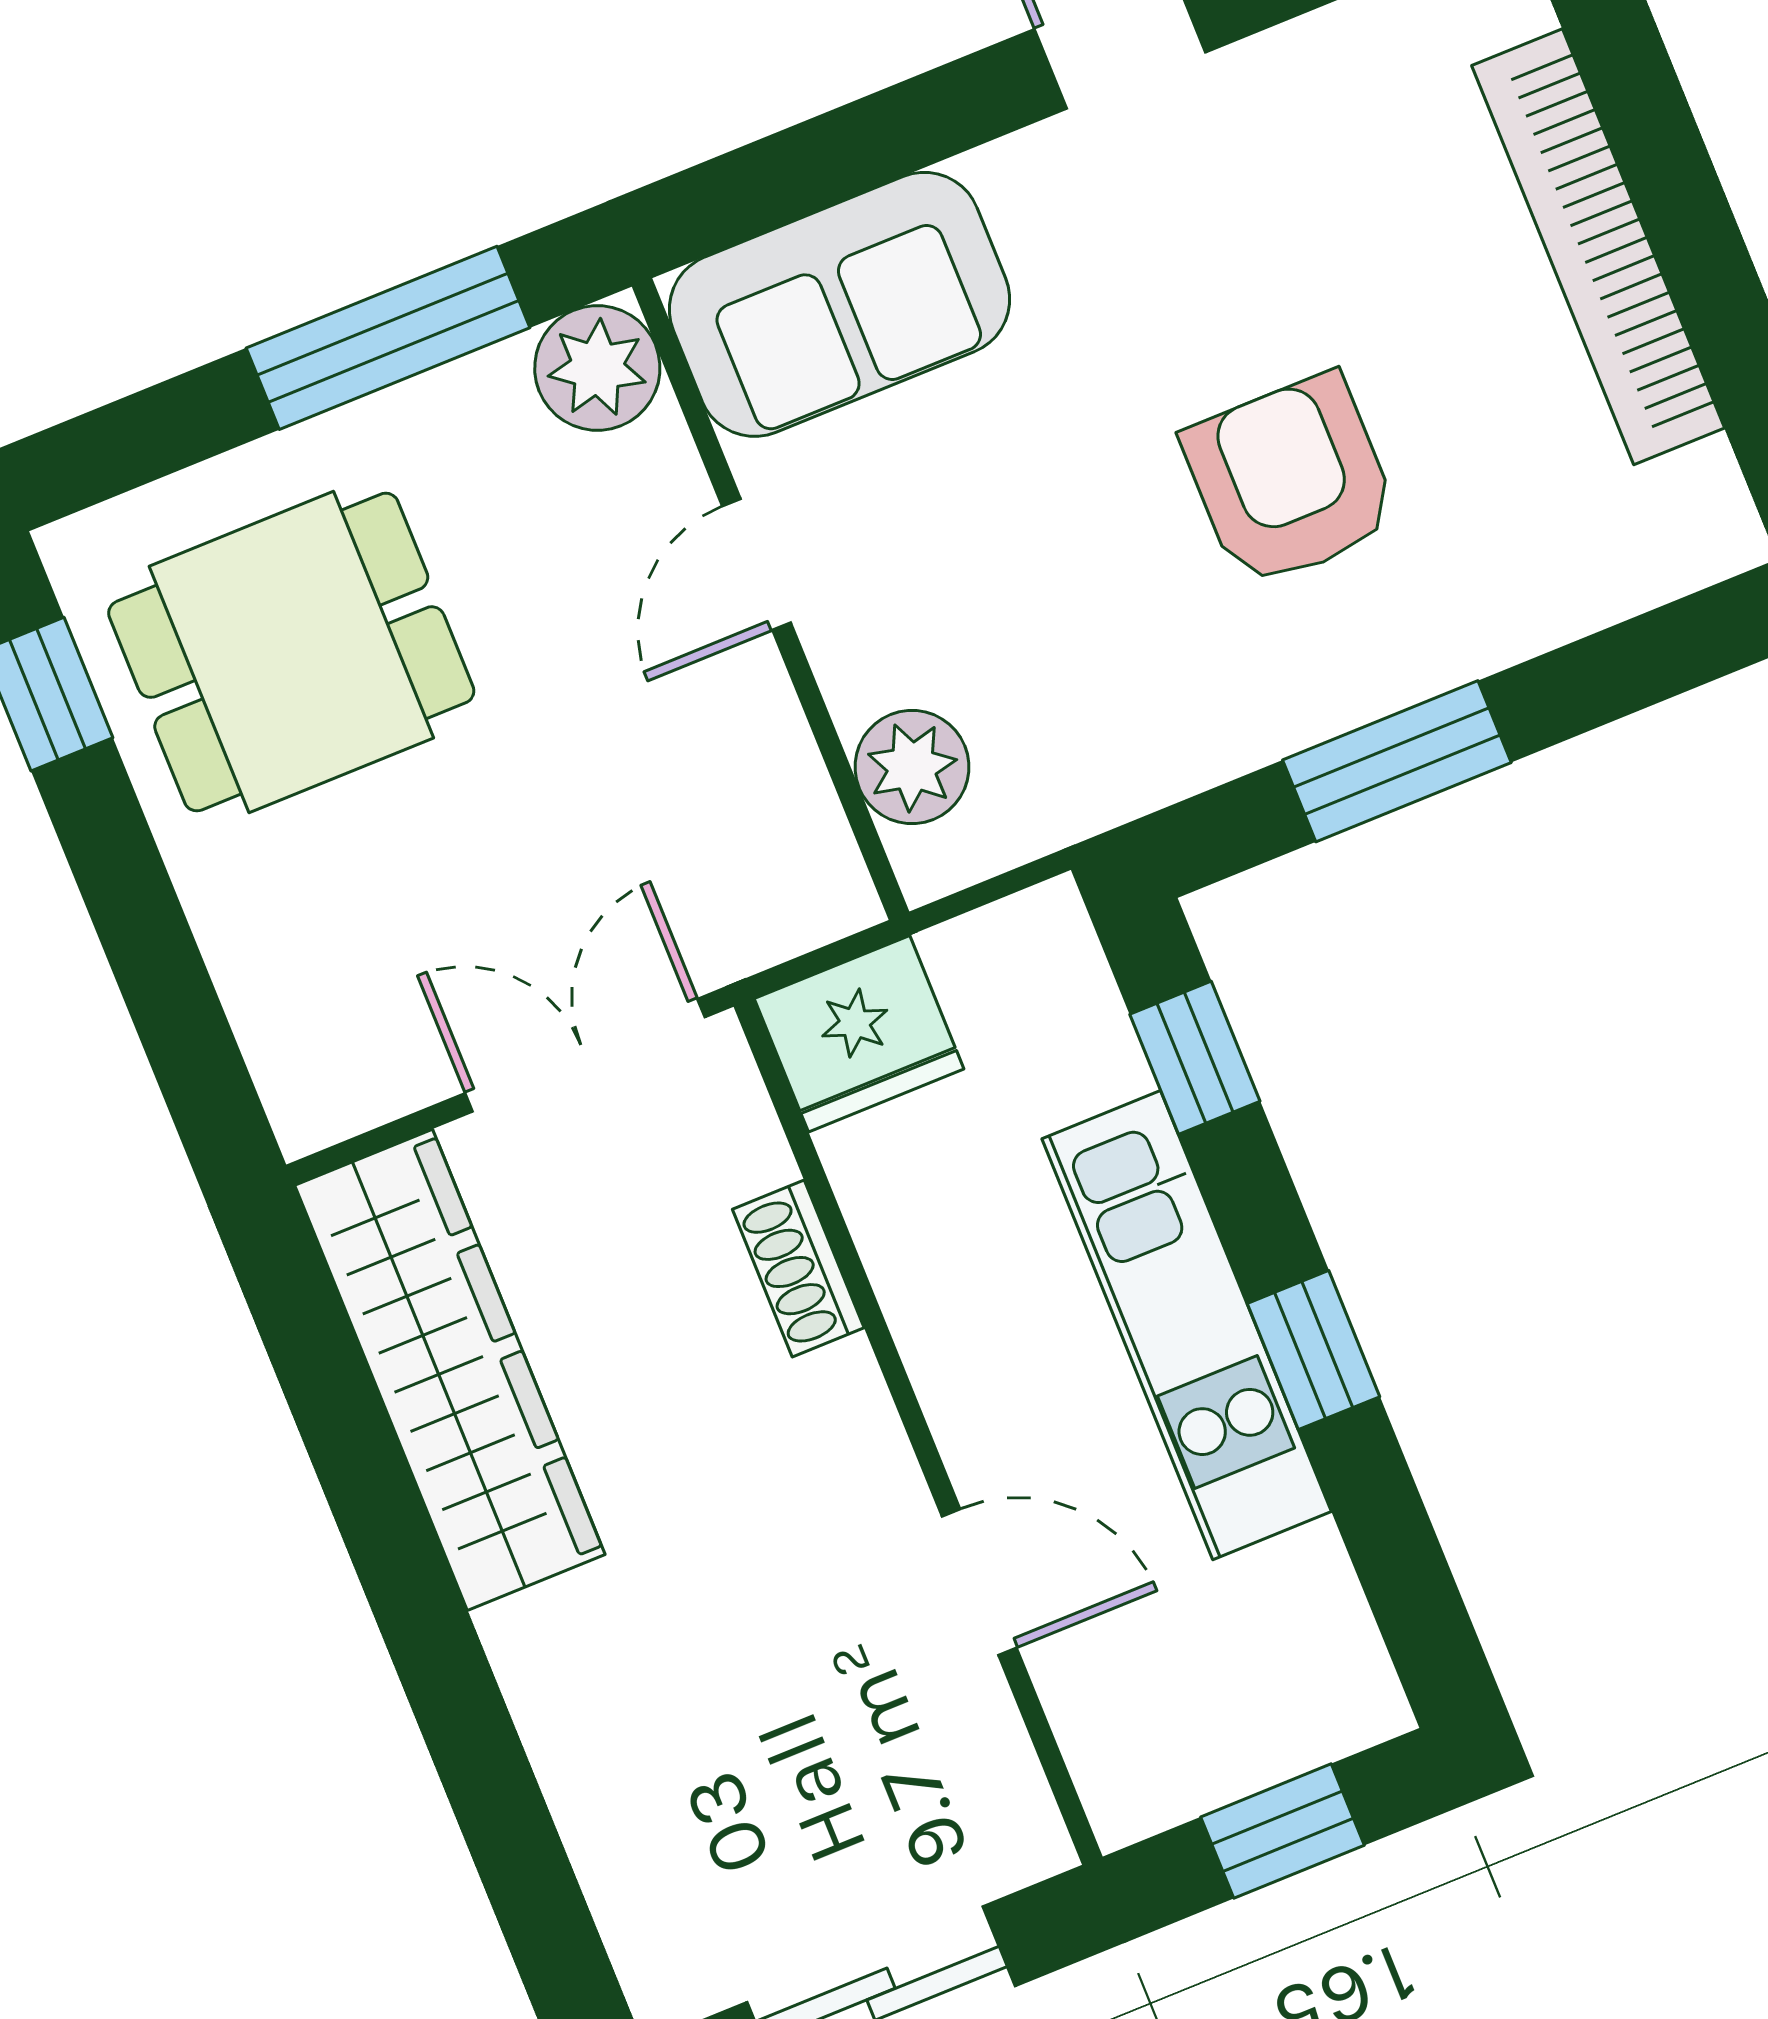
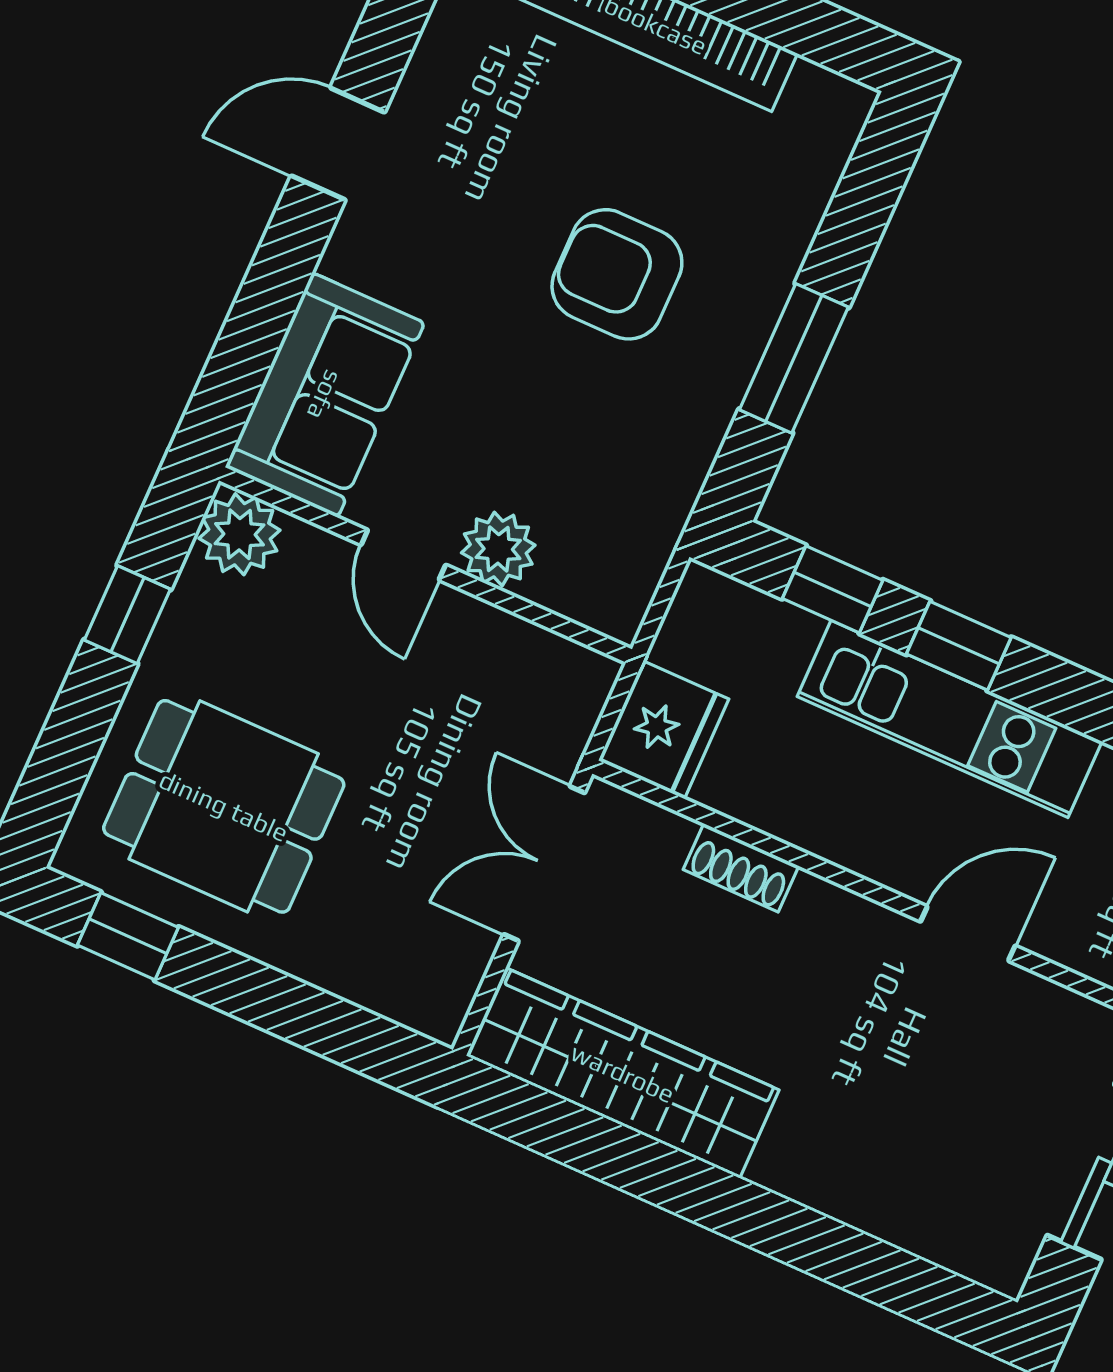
window: (388, 338) -> (127, 615), width x0.46
dining table: (291, 652) -> (224, 806), turned 90
plant: (912, 767) -> (498, 549), moved
window: (1314, 1350) -> (959, 646), moved

